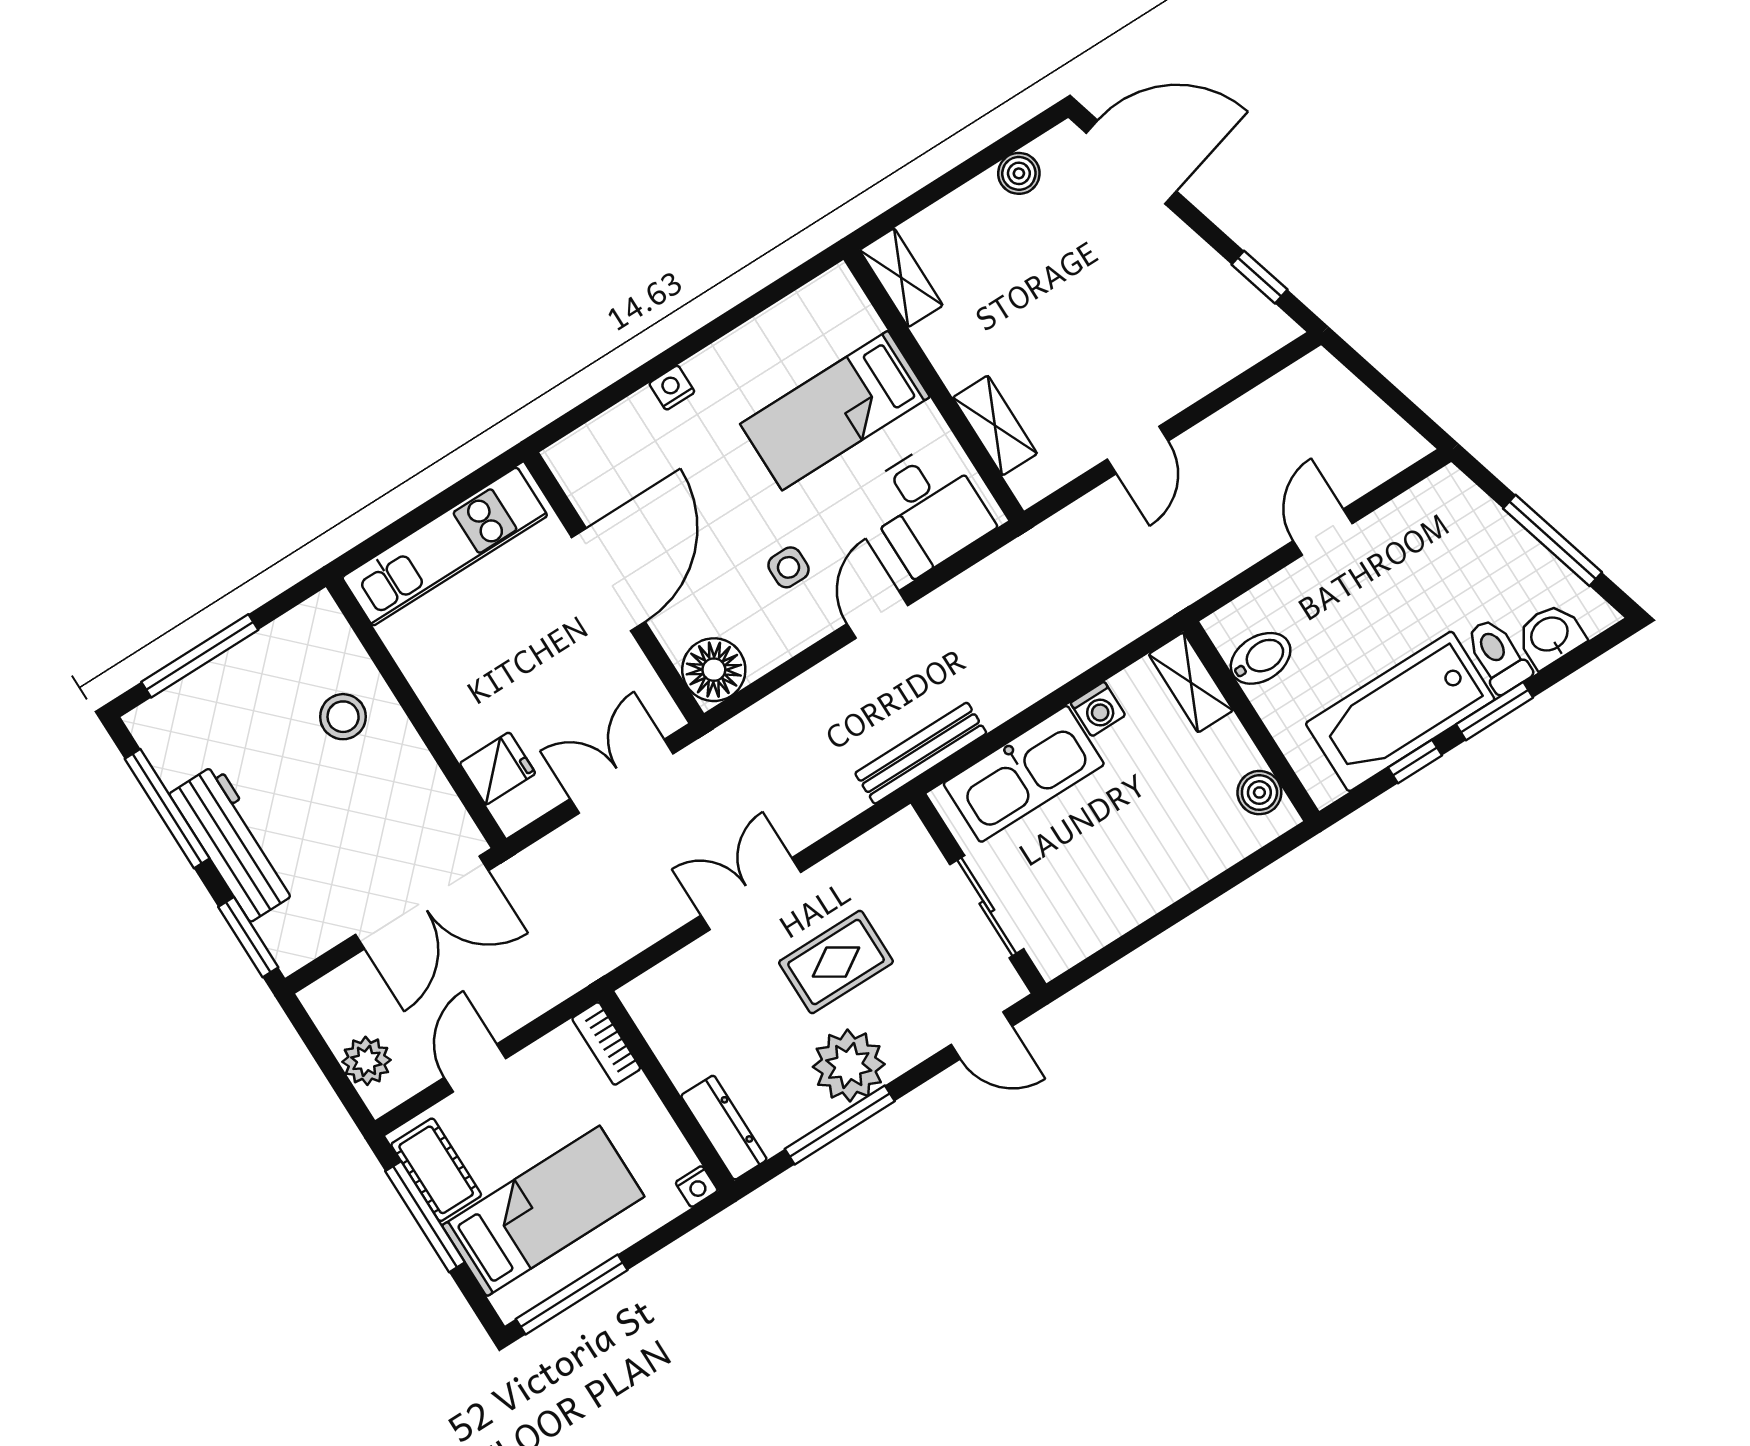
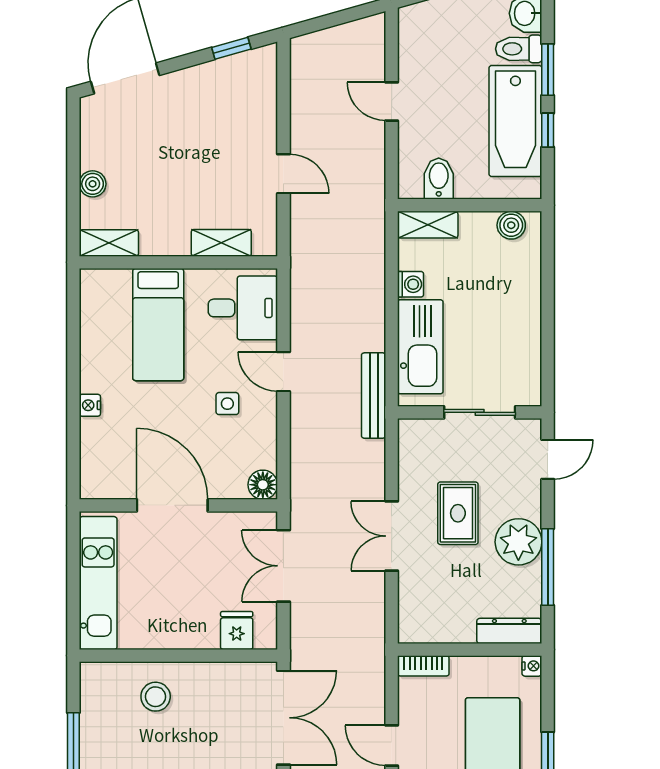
boiler: (1019, 173) -> (93, 184), moved
floor lamp: (714, 670) -> (263, 485), width x0.73, depth x0.73

